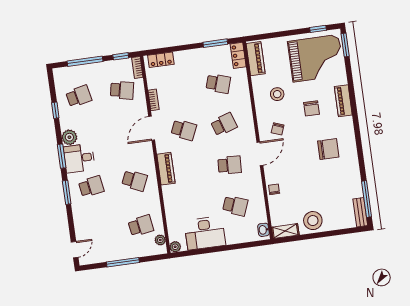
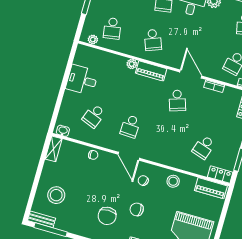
stool: (277, 94) -> (173, 181), moved
chair: (312, 108) -> (137, 209), moved
school desk: (224, 124) -> (167, 137), removed
school desk: (184, 130) -> (177, 101), turned -42
school desk: (135, 181) -> (153, 40), turned -45
stool: (313, 221) -> (56, 195), moved
desk: (205, 233) -> (82, 80), width x0.73
plant: (175, 247) -> (132, 64), moved

